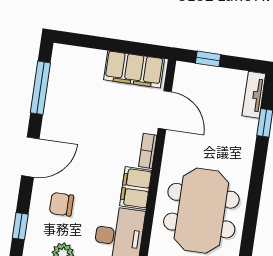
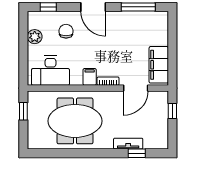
tv unit: (254, 95) -> (128, 144), moved
filing cabinet: (136, 188) -> (90, 77), width x0.50

